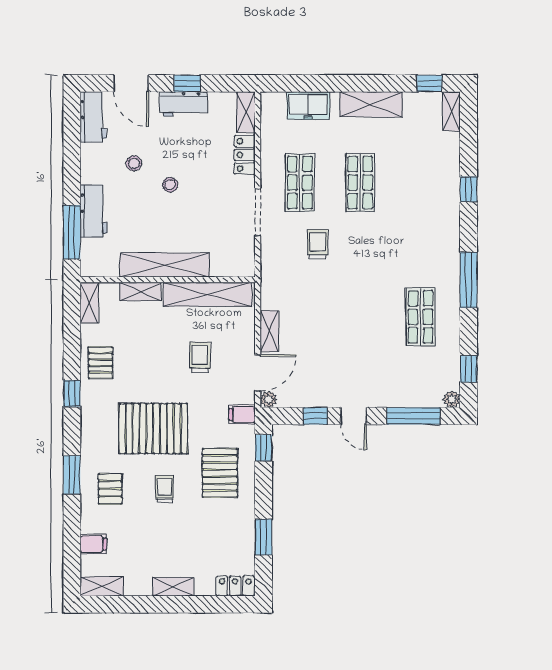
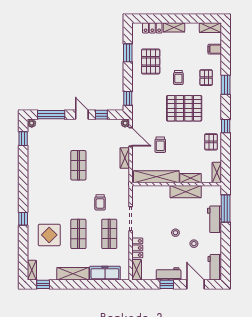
freezer: (308, 106) -> (105, 273), width x1.40
display table: (417, 180) -> (49, 235), added
window: (469, 189) -> (23, 219), moved
shelving: (164, 265) -> (186, 192), width x0.68
window: (469, 280) -> (23, 184), removed
shop shelf: (421, 317) -> (78, 165), moved
door: (258, 373) -> (131, 137), swing flipped
filing cabinet: (242, 414) -> (139, 115), removed
pallet: (220, 473) -> (151, 61), moved
locker: (235, 586) -> (152, 28), moved

